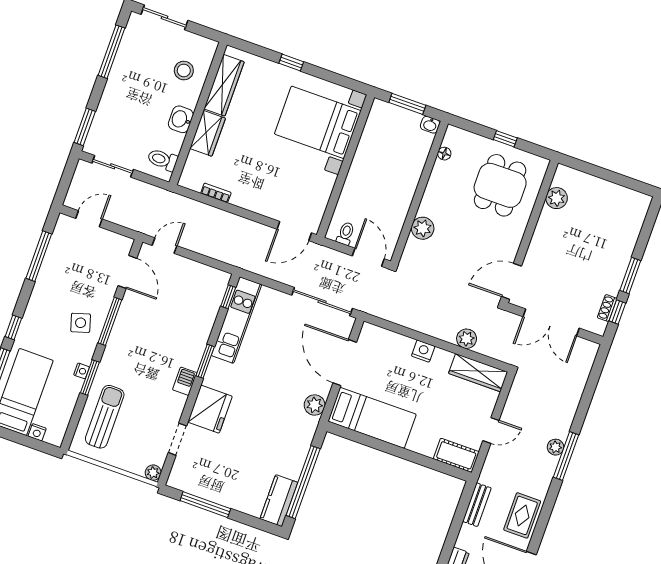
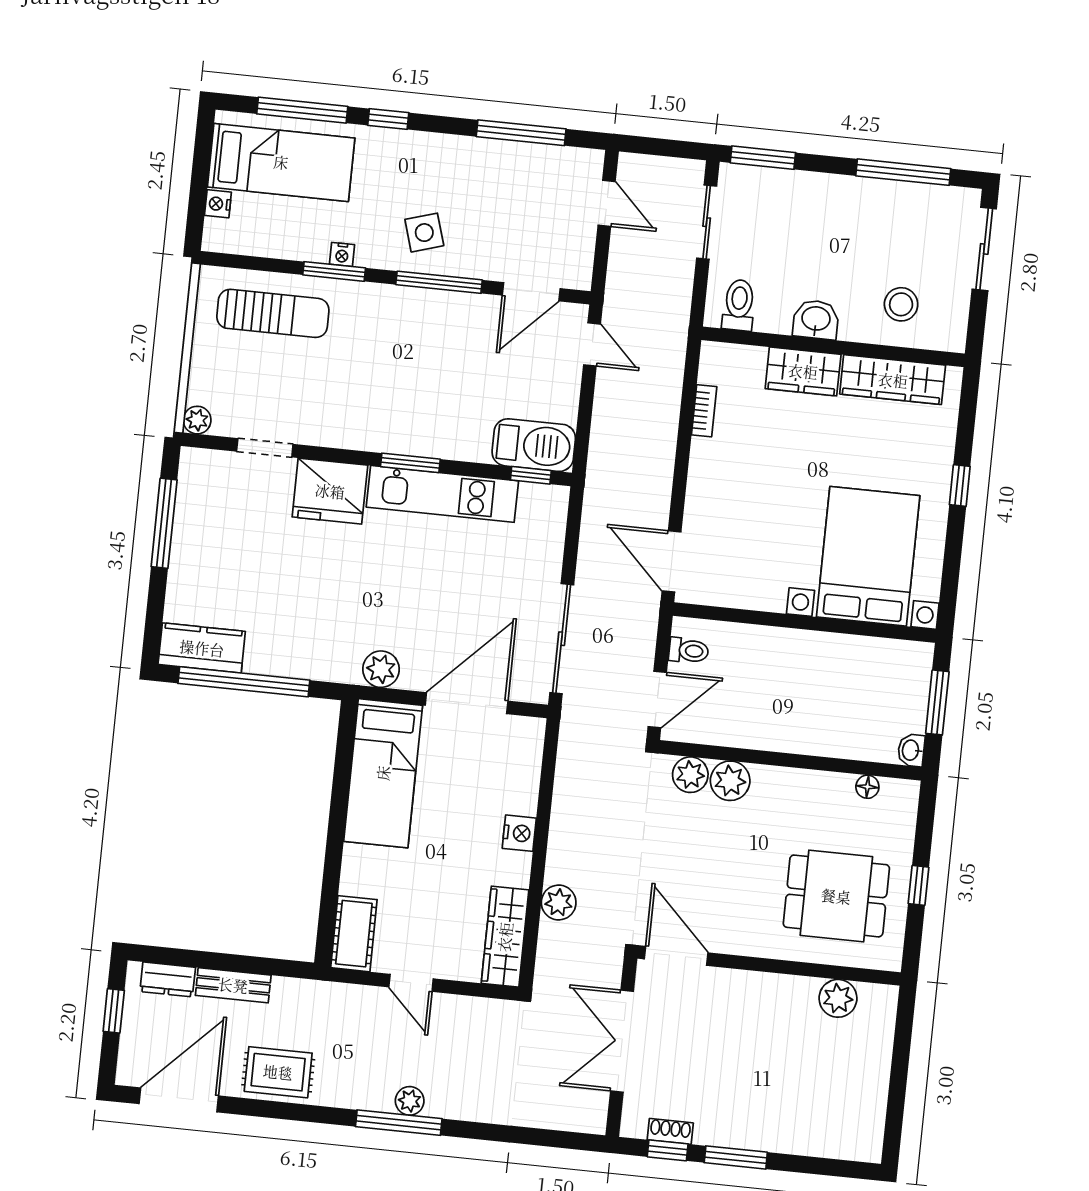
plant: (414, 249) -> (690, 775), added
kitchen unit: (236, 320) -> (442, 494), moved
barbecue: (185, 381) -> (534, 445), moved, width x1.88, depth x1.53
bench: (477, 505) -> (233, 985), moved

